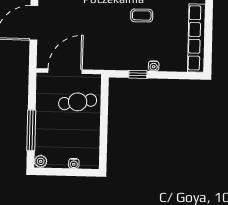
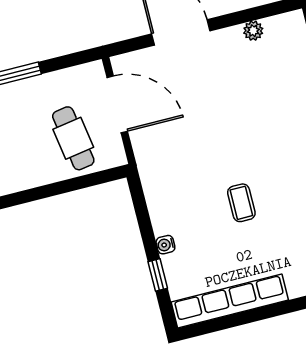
window: (138, 74) -> (158, 275), moved

